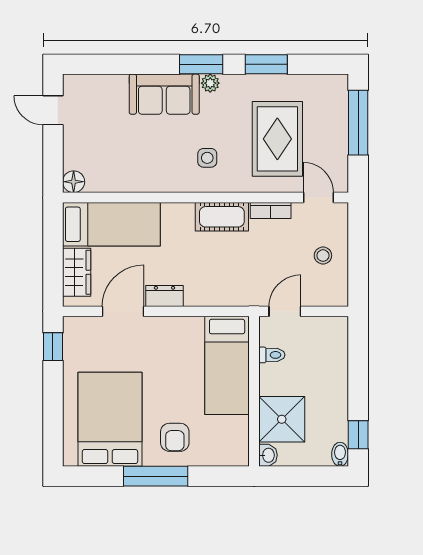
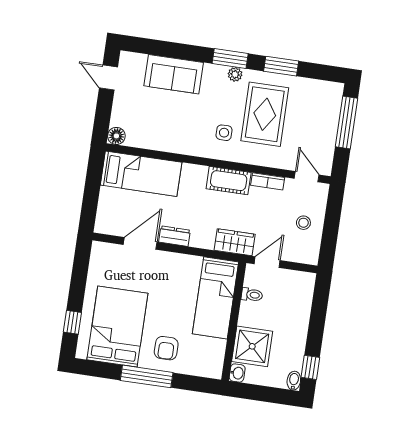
sofa: (164, 94) -> (174, 74), moved
rug: (277, 139) -> (265, 114), moved
wardrobe: (77, 272) -> (235, 242), moved, turned -90
window: (53, 347) -> (72, 322), moved

